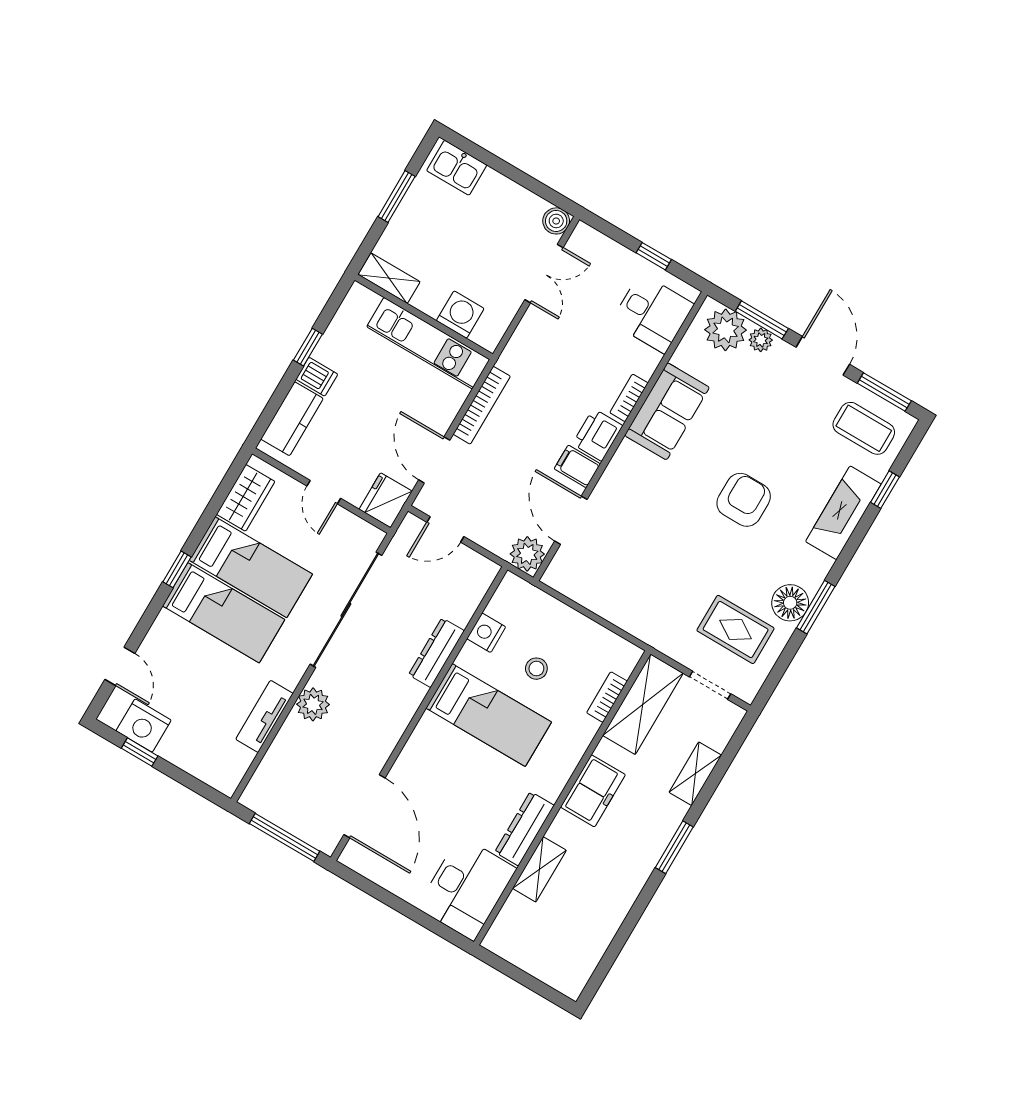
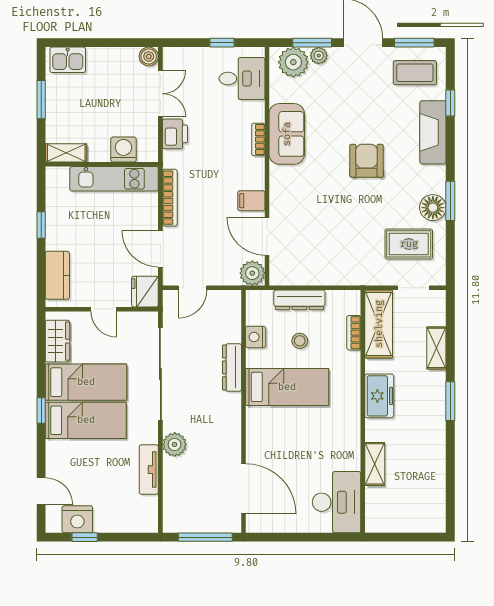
dishwasher: (317, 377) -> (57, 240), removed
printer: (598, 435) -> (175, 134), moved, turned 180
dresser: (525, 829) -> (299, 300), moved, turned -90

